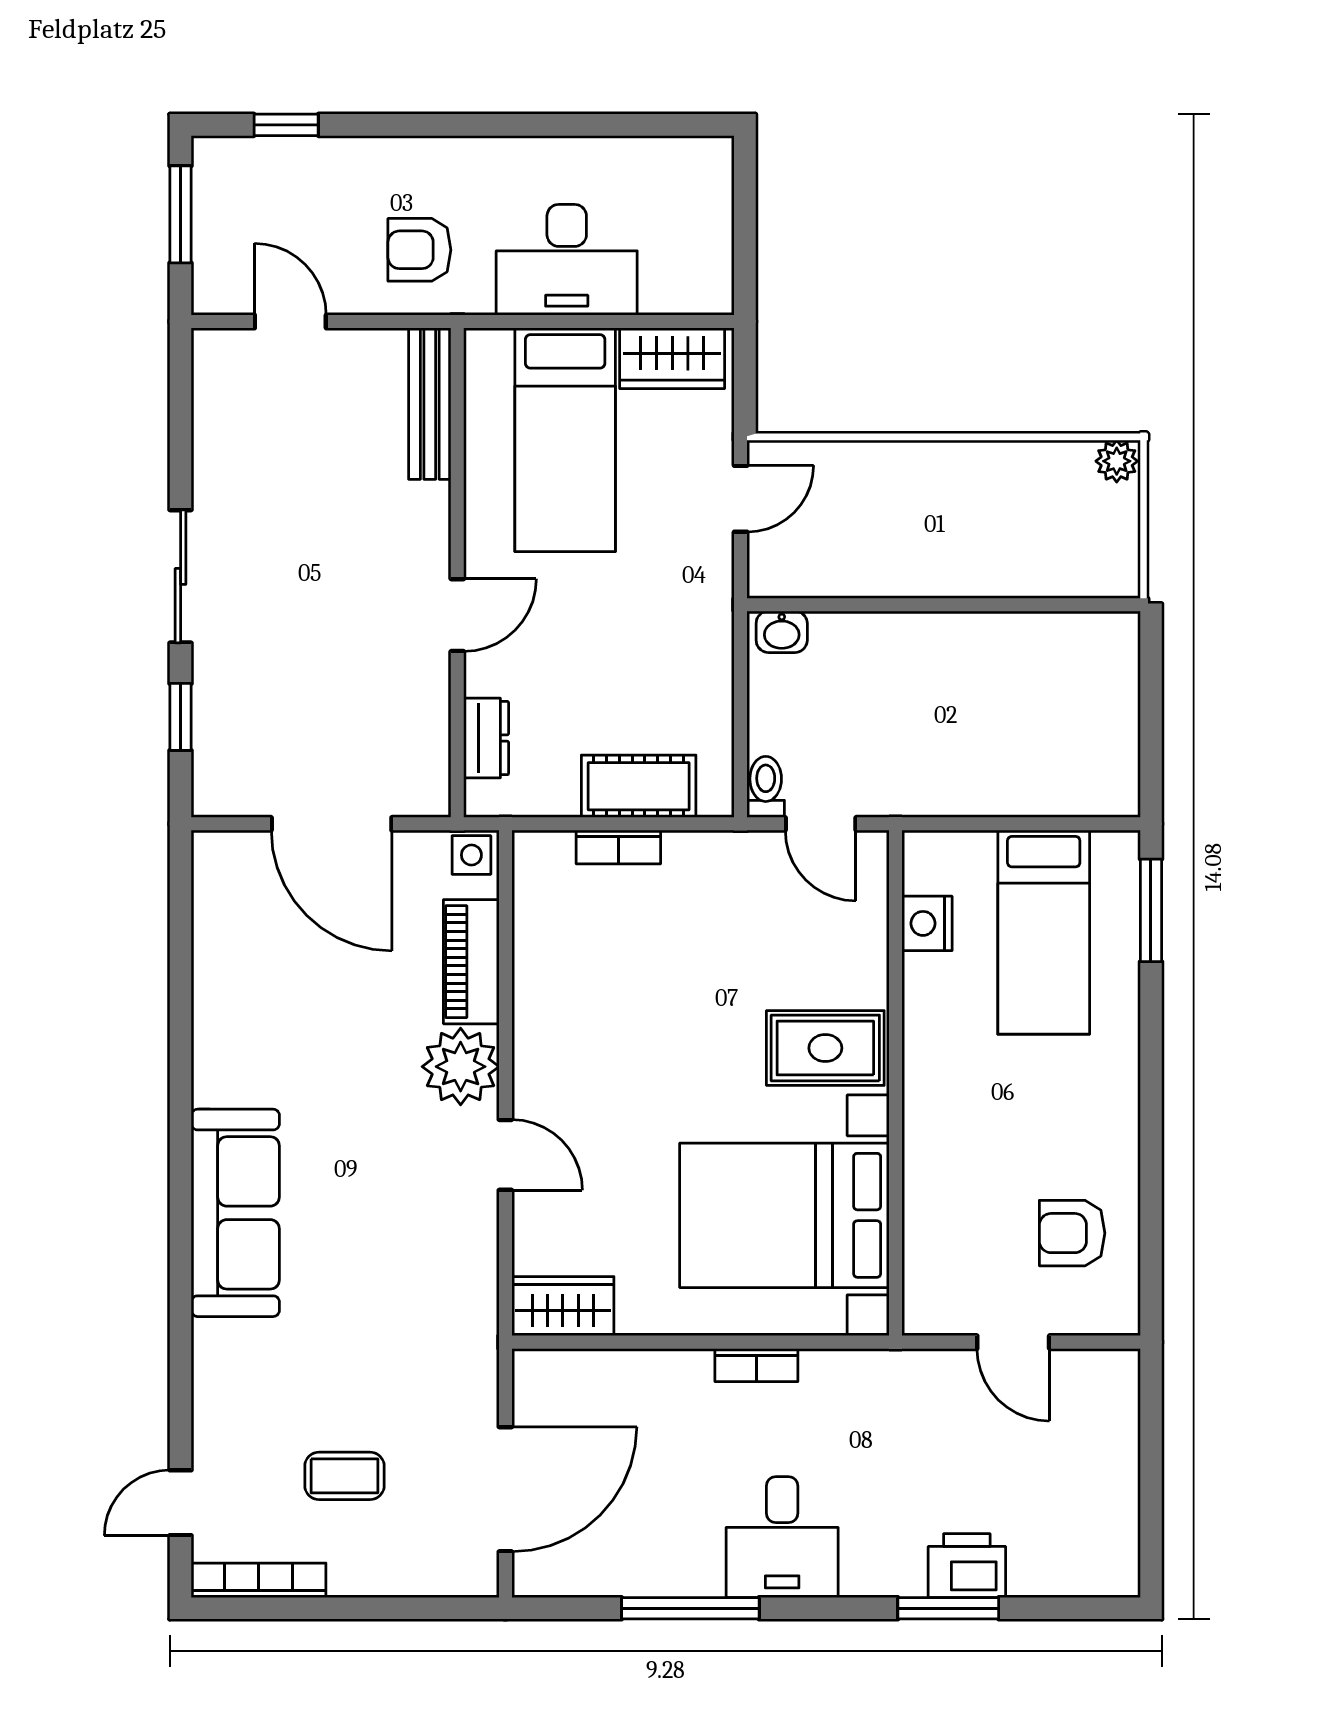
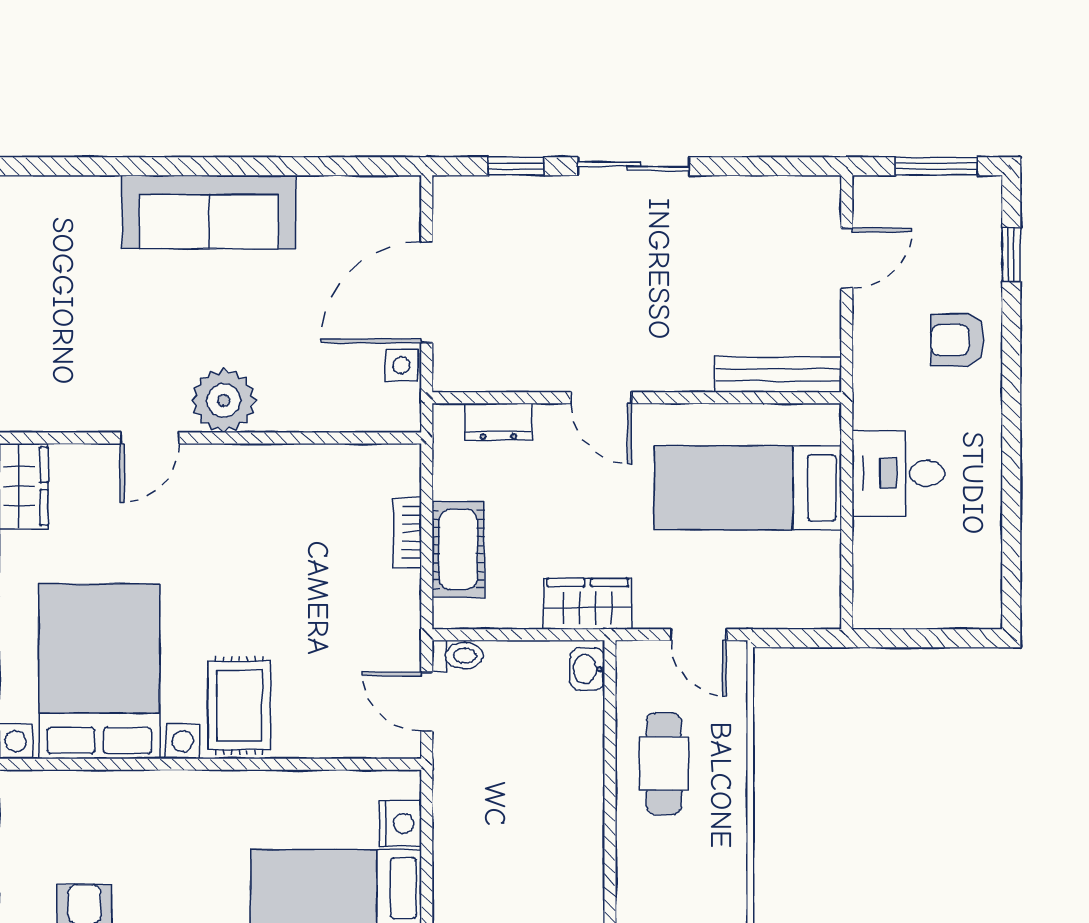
armchair: (419, 250) -> (957, 340), moved, turned -90
desk: (567, 260) -> (898, 473), width x0.73
wardrobe: (672, 358) -> (588, 604), moved, turned 90
cafe table: (895, 540) -> (664, 763), added
door: (821, 824) -> (427, 702), hinge flipped
side table: (471, 855) -> (401, 365), moved
nightstand: (927, 923) -> (400, 823), moved, turned 90
piano: (471, 962) -> (311, 409), removed
sofa: (235, 1213) -> (209, 212), moved

